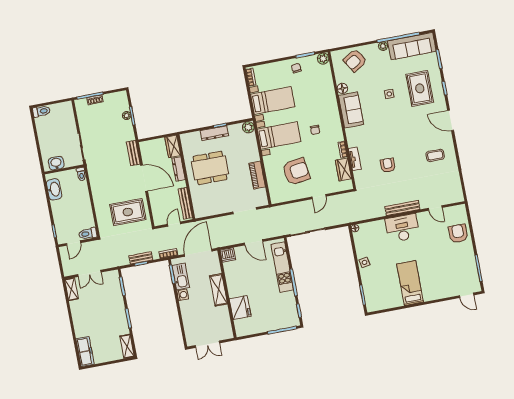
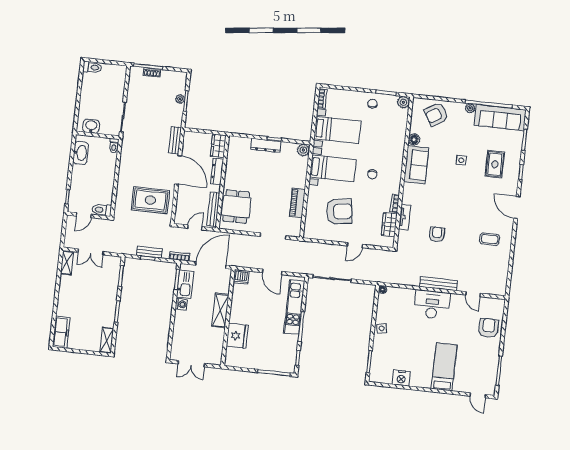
rug: (420, 88) -> (495, 164), width x0.73, depth x0.70
dining table: (210, 168) -> (236, 207), moved, width x0.73
bed: (410, 283) -> (444, 367), moved
nightstand: (395, 301) -> (401, 378), added

